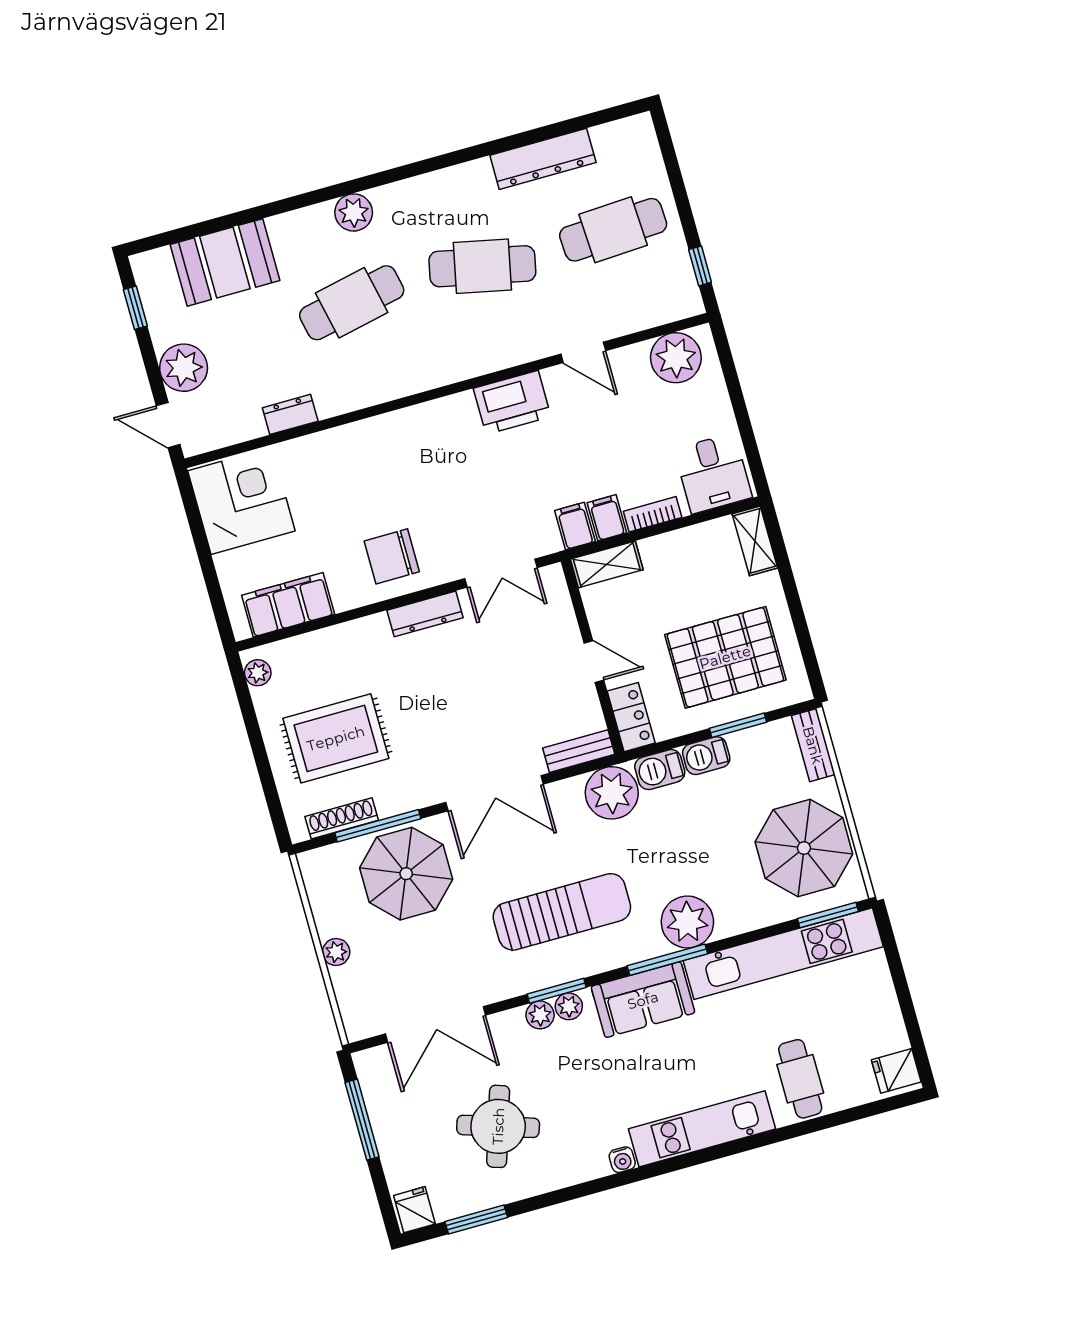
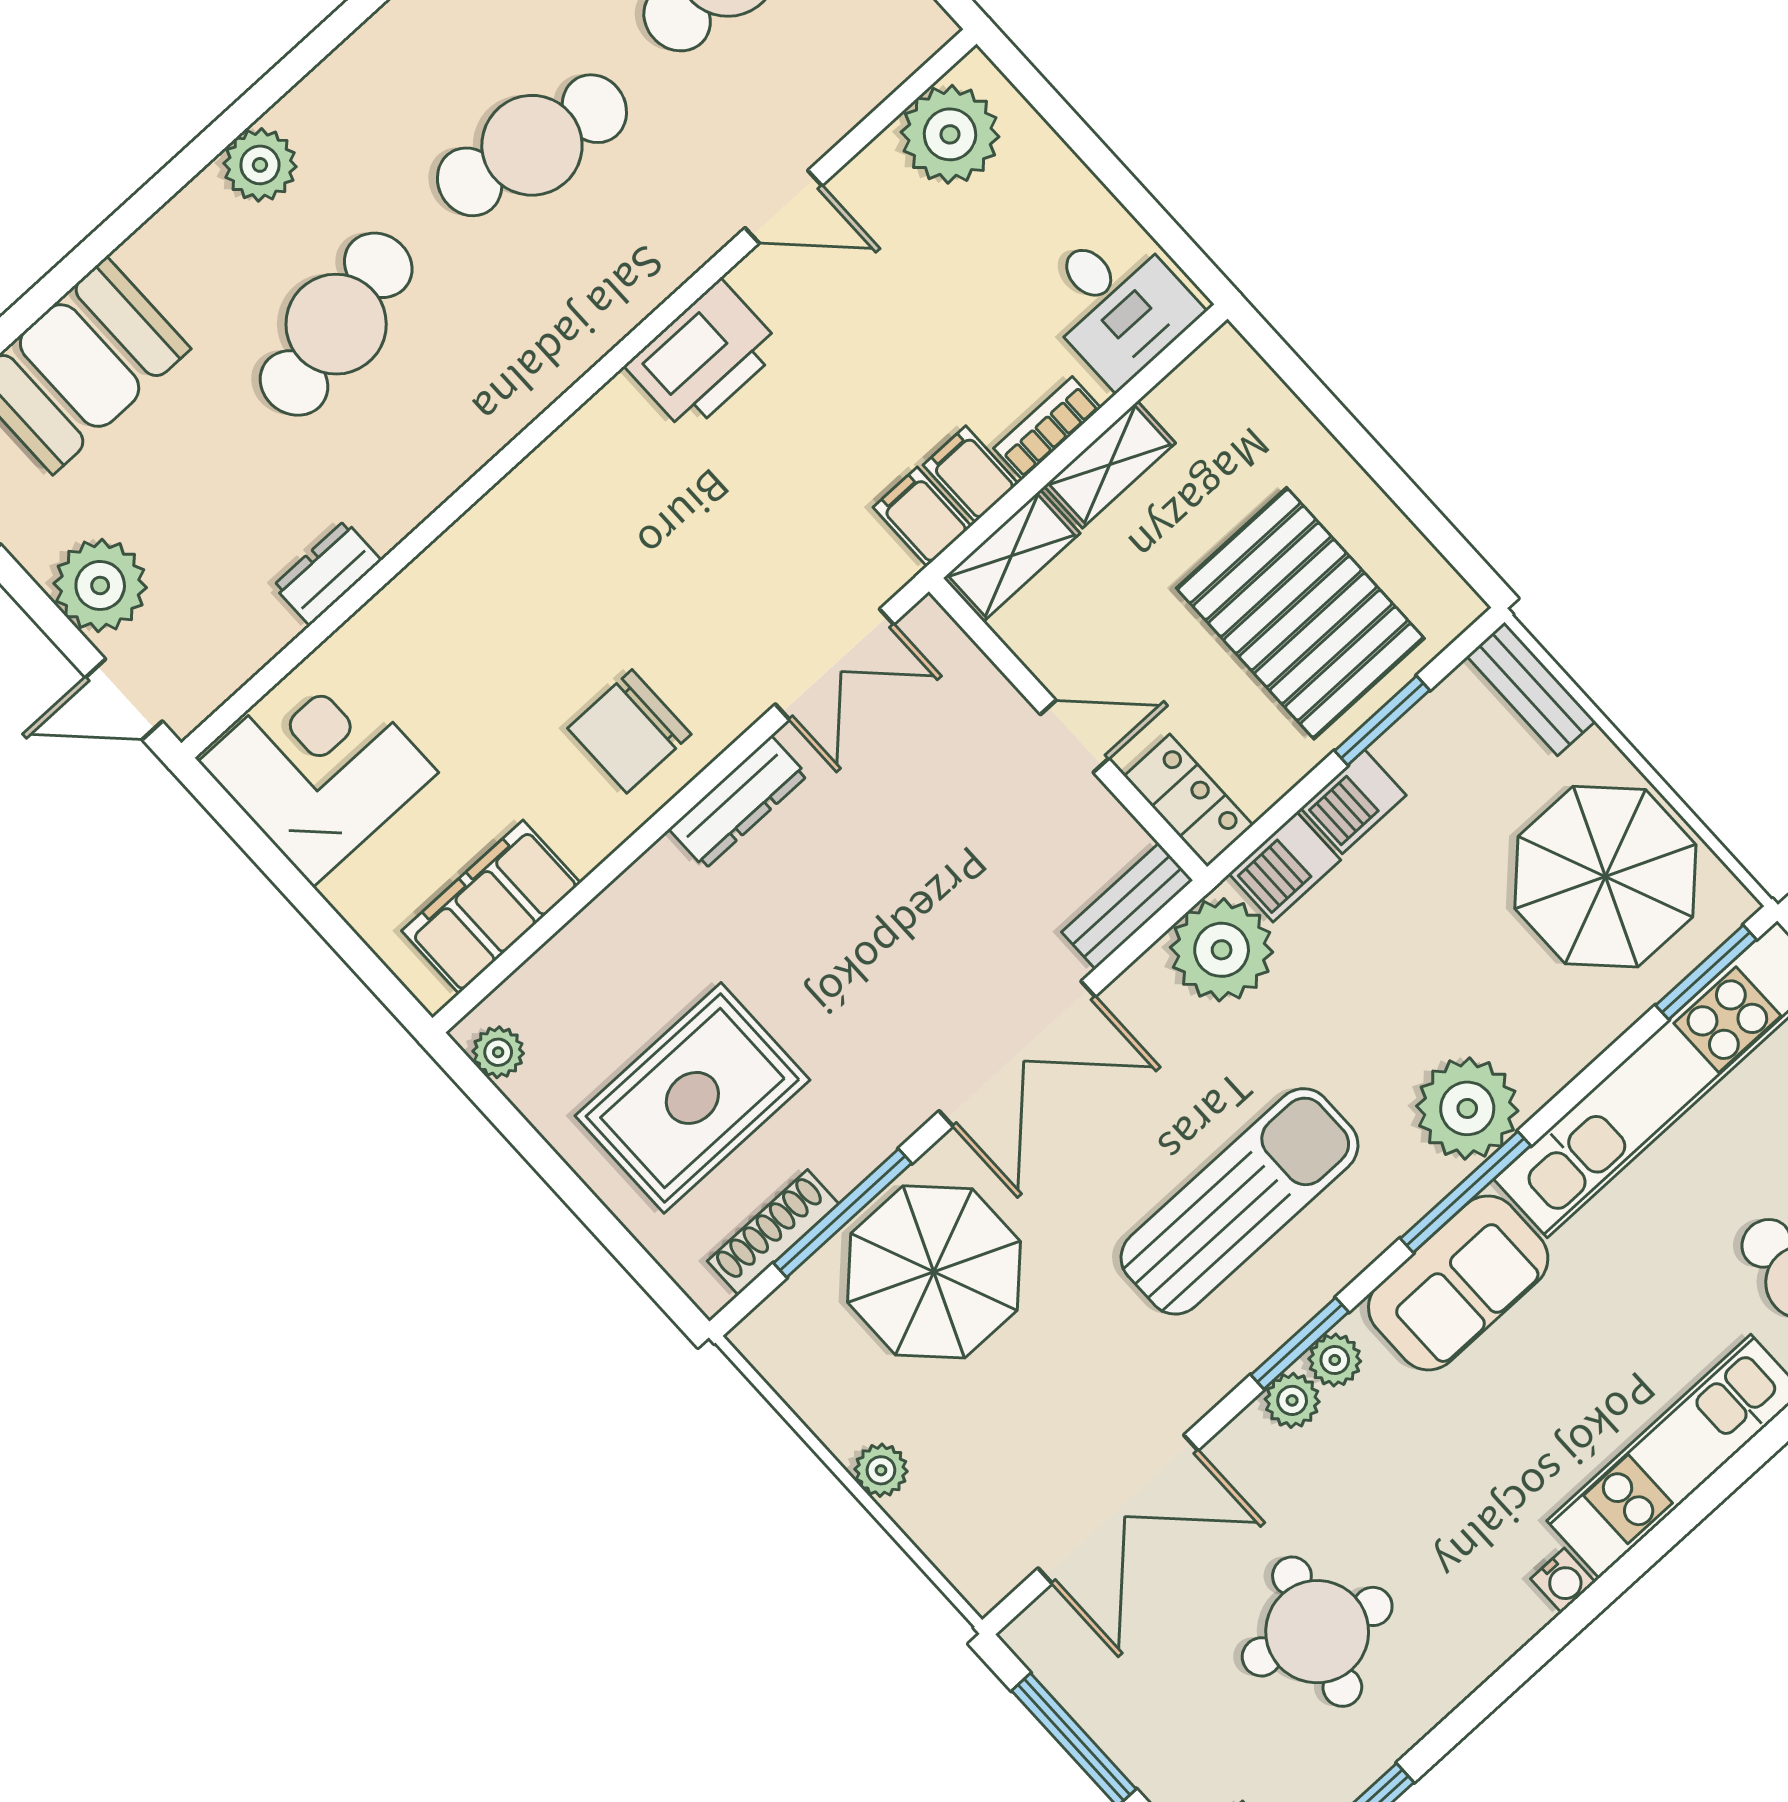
shelving: (755, 541) -> (1110, 464), moved, turned 90
pallet: (725, 657) -> (1300, 613), turned 90

